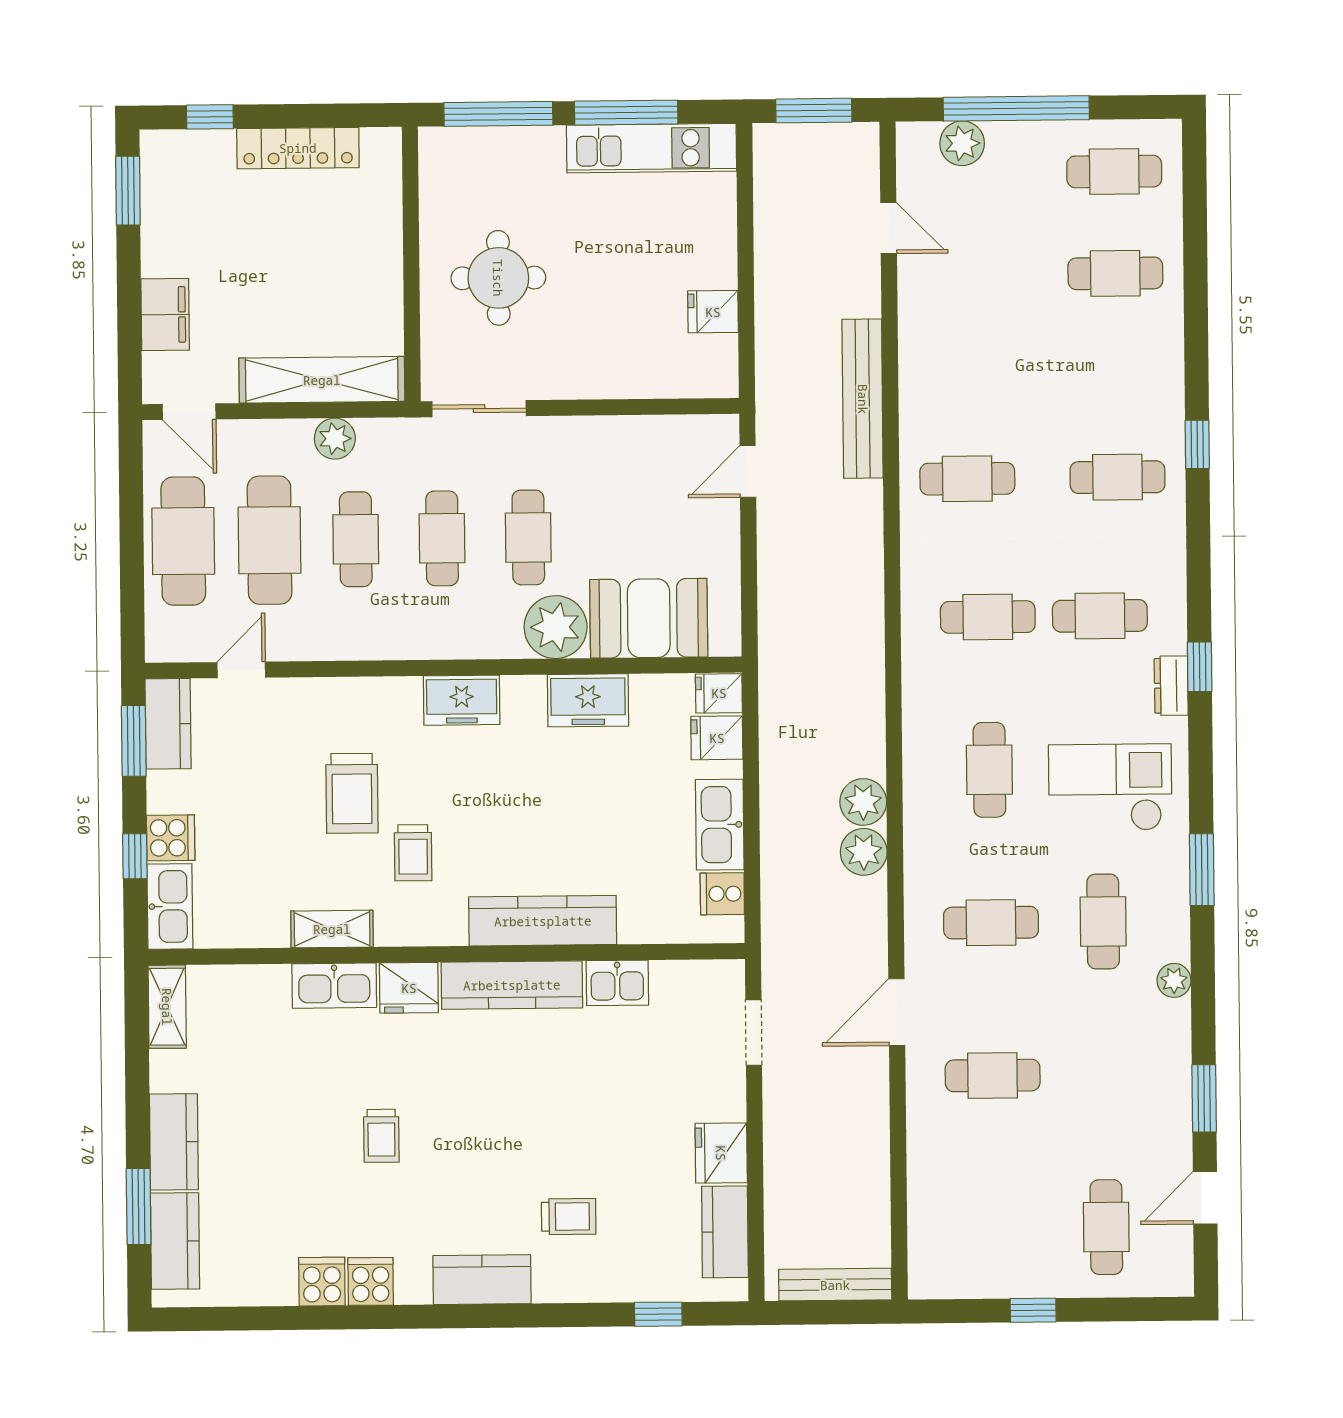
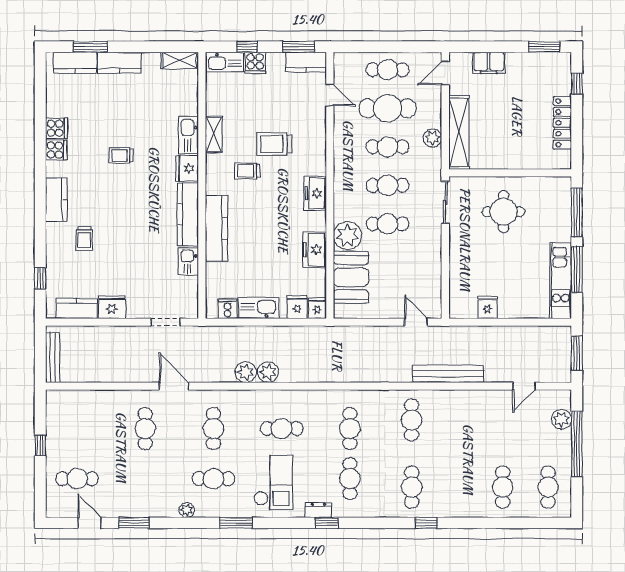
cafe table: (183, 541) -> (388, 70), width x0.73, depth x0.74

